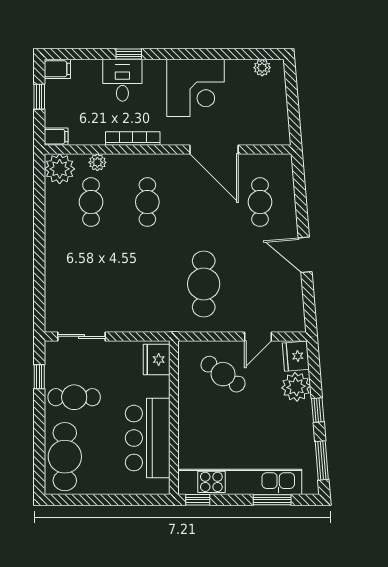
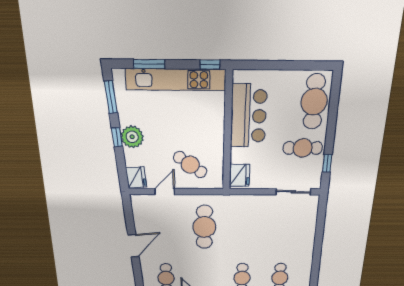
door: (305, 255) -> (134, 246), hinge flipped
plant: (296, 387) -> (132, 137), moved

